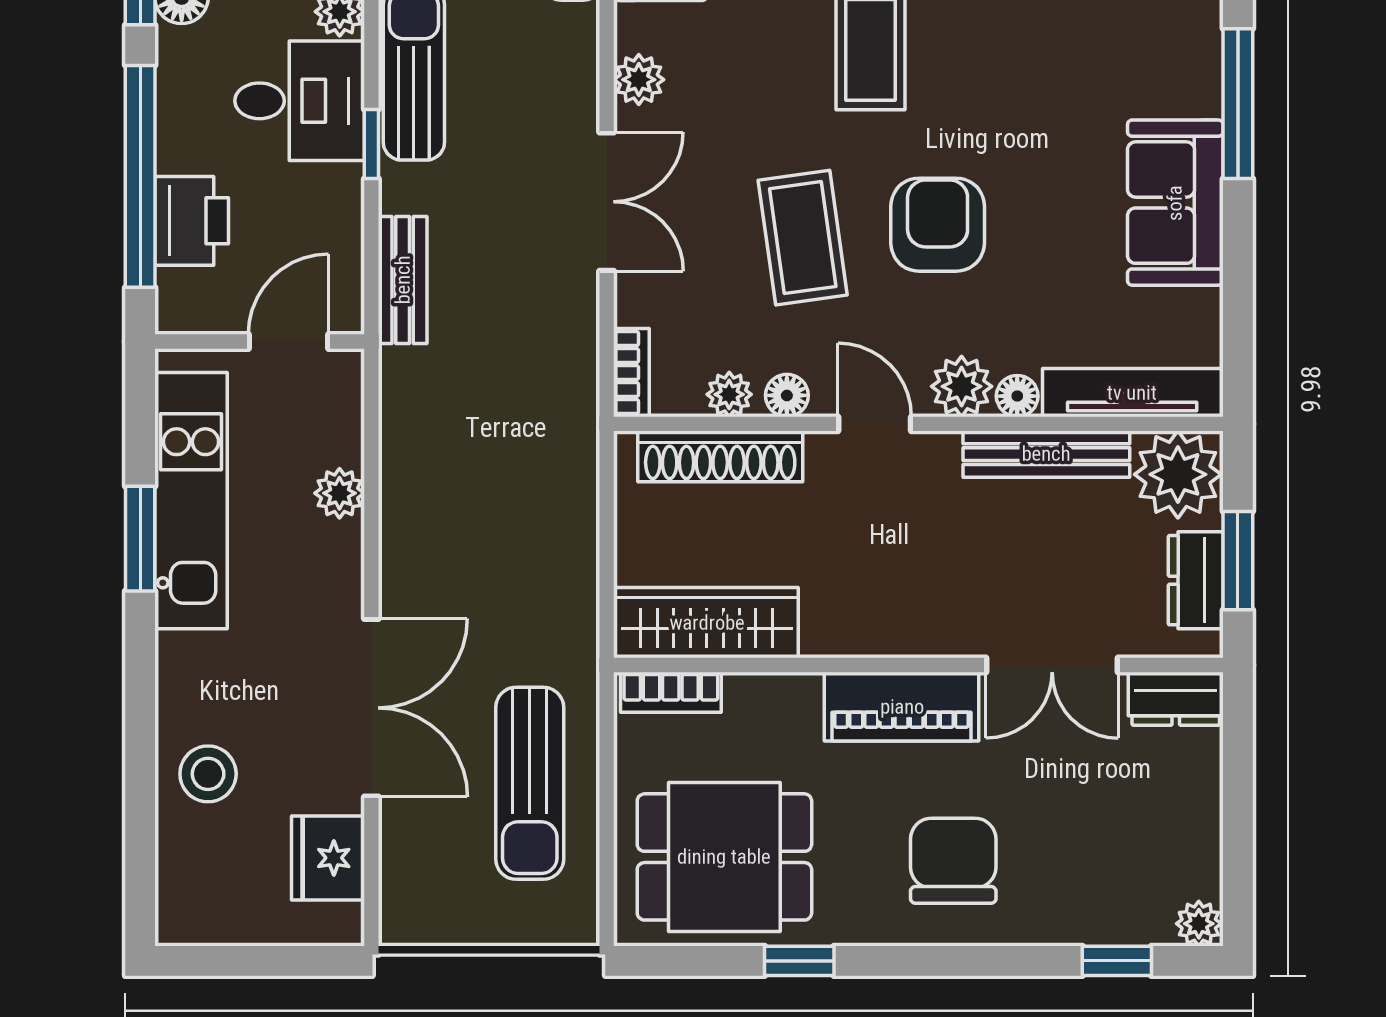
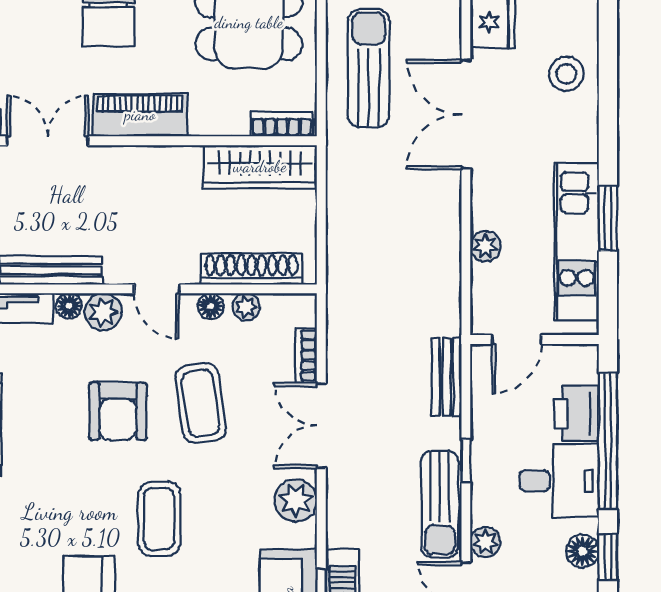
plant: (639, 80) -> (296, 500), width x1.38, depth x1.38
desk: (300, 101) -> (559, 481), moved, turned 180
bookcase: (631, 373) -> (306, 355), moved

